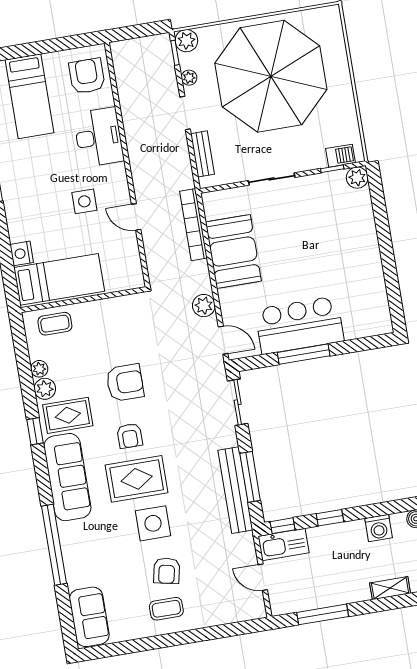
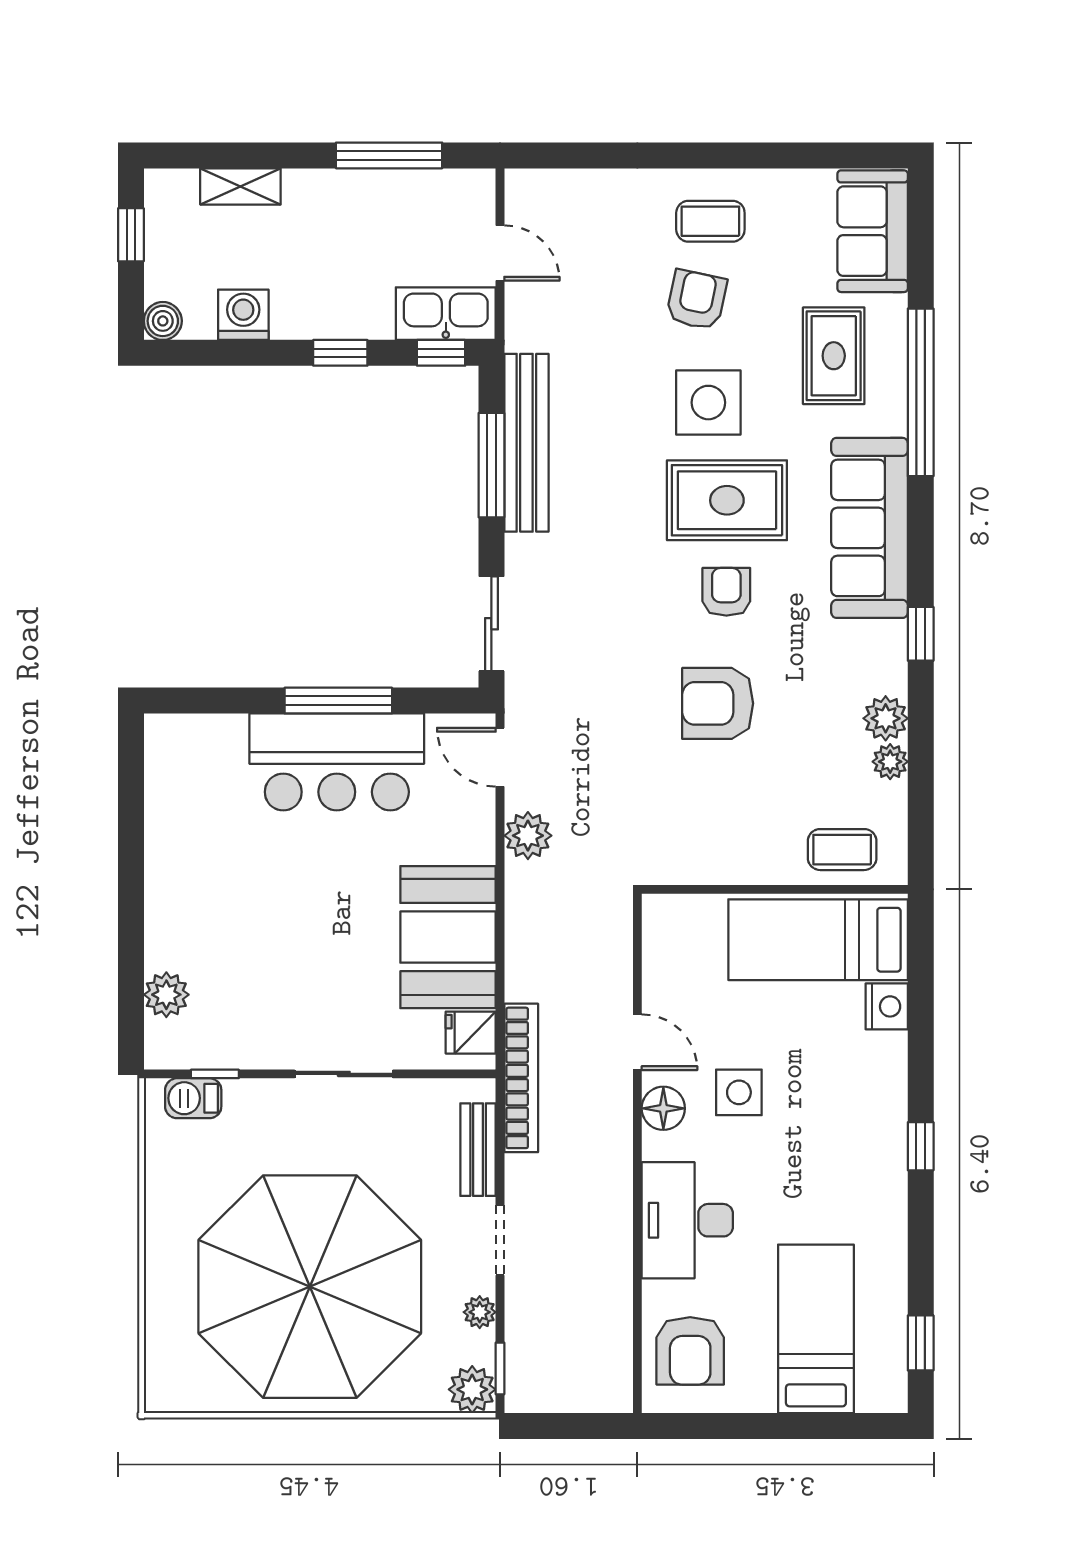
plant: (357, 178) -> (166, 995), moved
floor lamp: (119, 188) -> (663, 1108), added
fridge: (215, 208) -> (471, 1033), added
bookcase: (193, 225) -> (521, 1078), moved
rug: (68, 415) -> (834, 356), moved, turned 90

